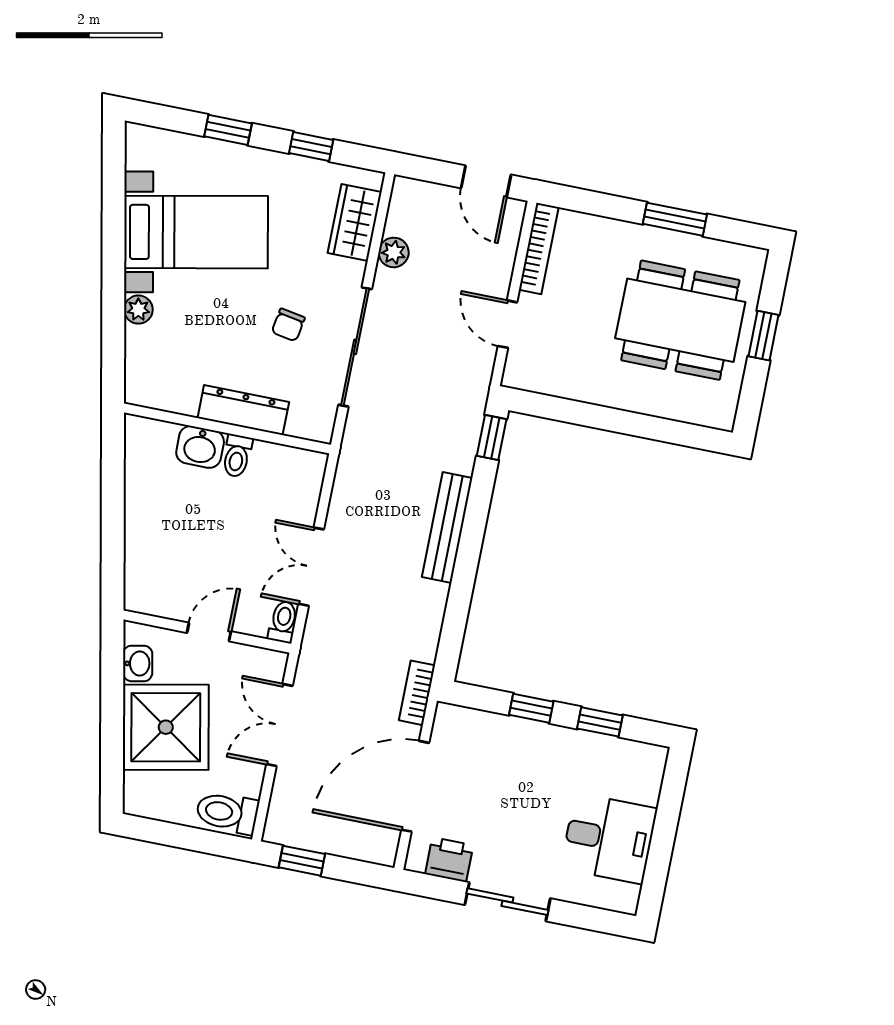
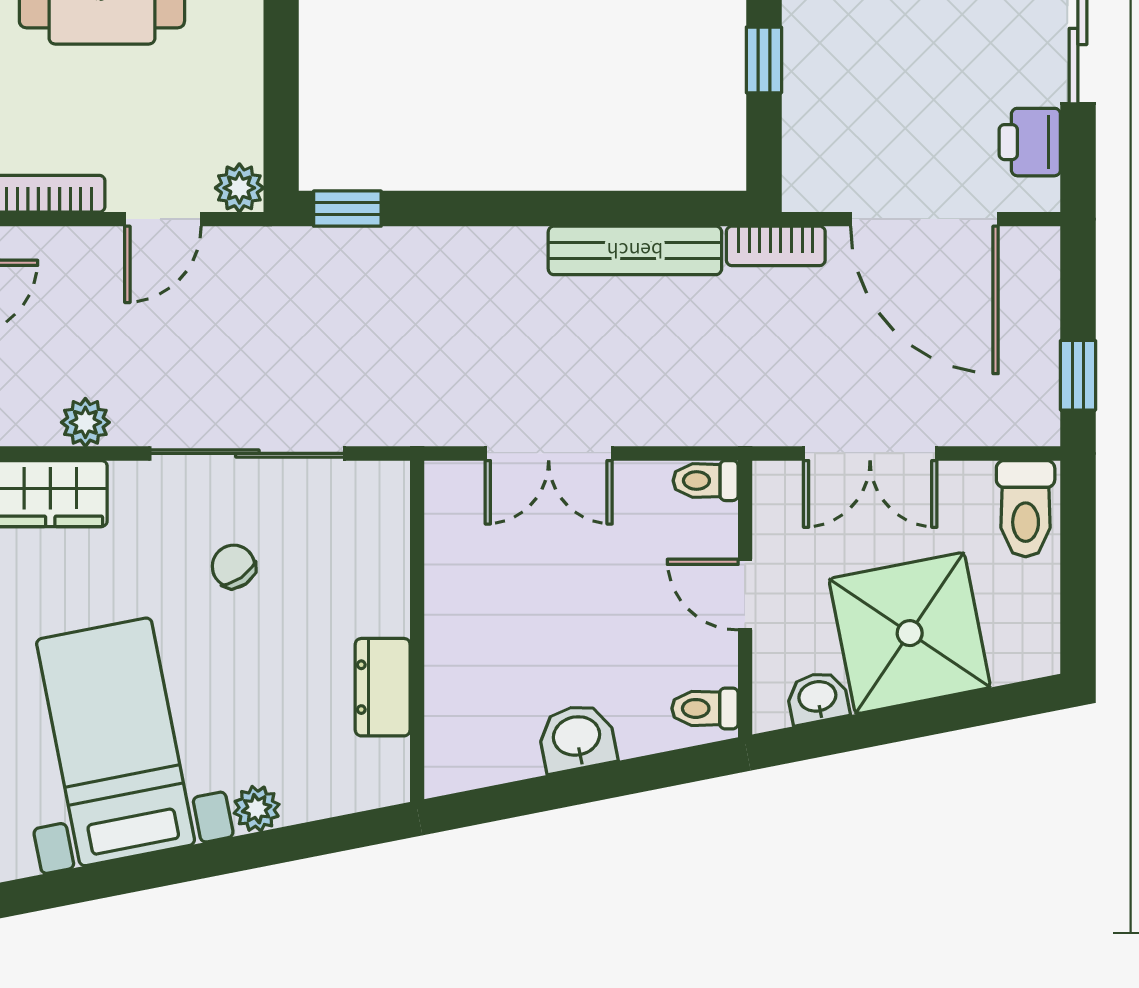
chair: (288, 325) -> (234, 566), turned -135
plant: (517, 374) -> (239, 188), added
dresser: (243, 410) -> (383, 687), moved, width x0.70
washbasin: (200, 447) -> (577, 738), moved, turned -101
toilet: (237, 456) -> (705, 708), moved, turned 180
bench: (447, 527) -> (635, 250), moved
double door: (311, 567) -> (549, 453), moved

